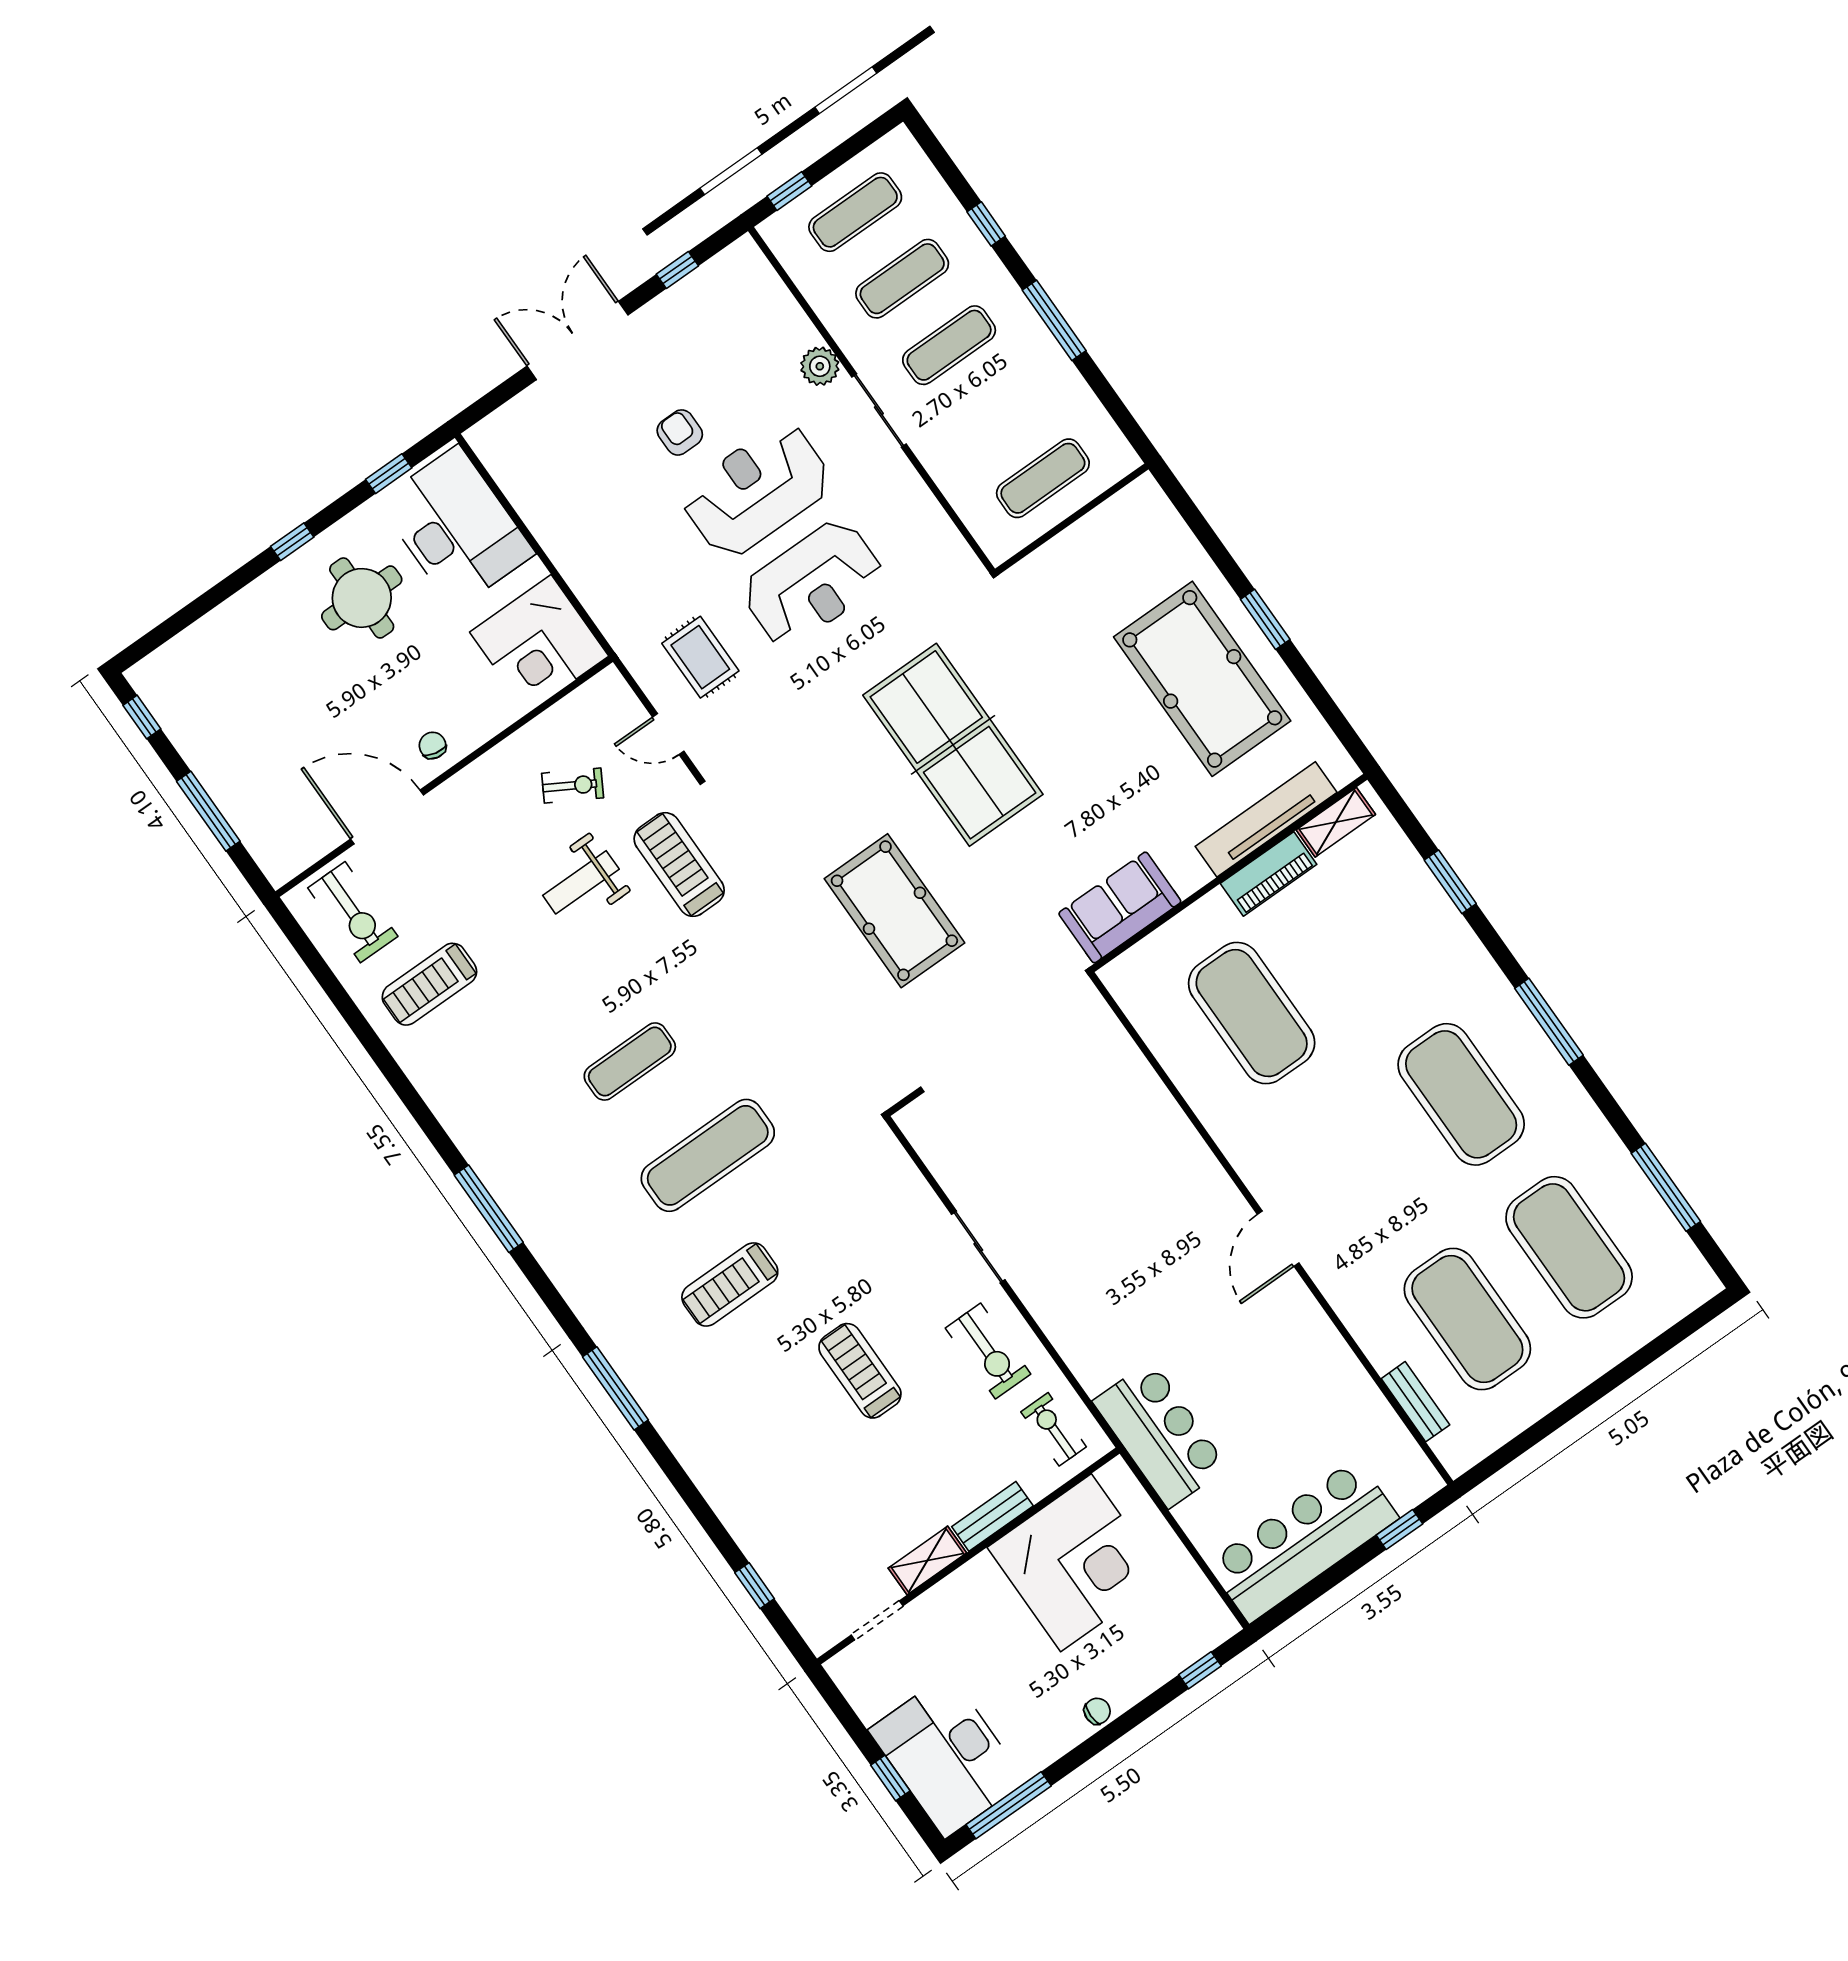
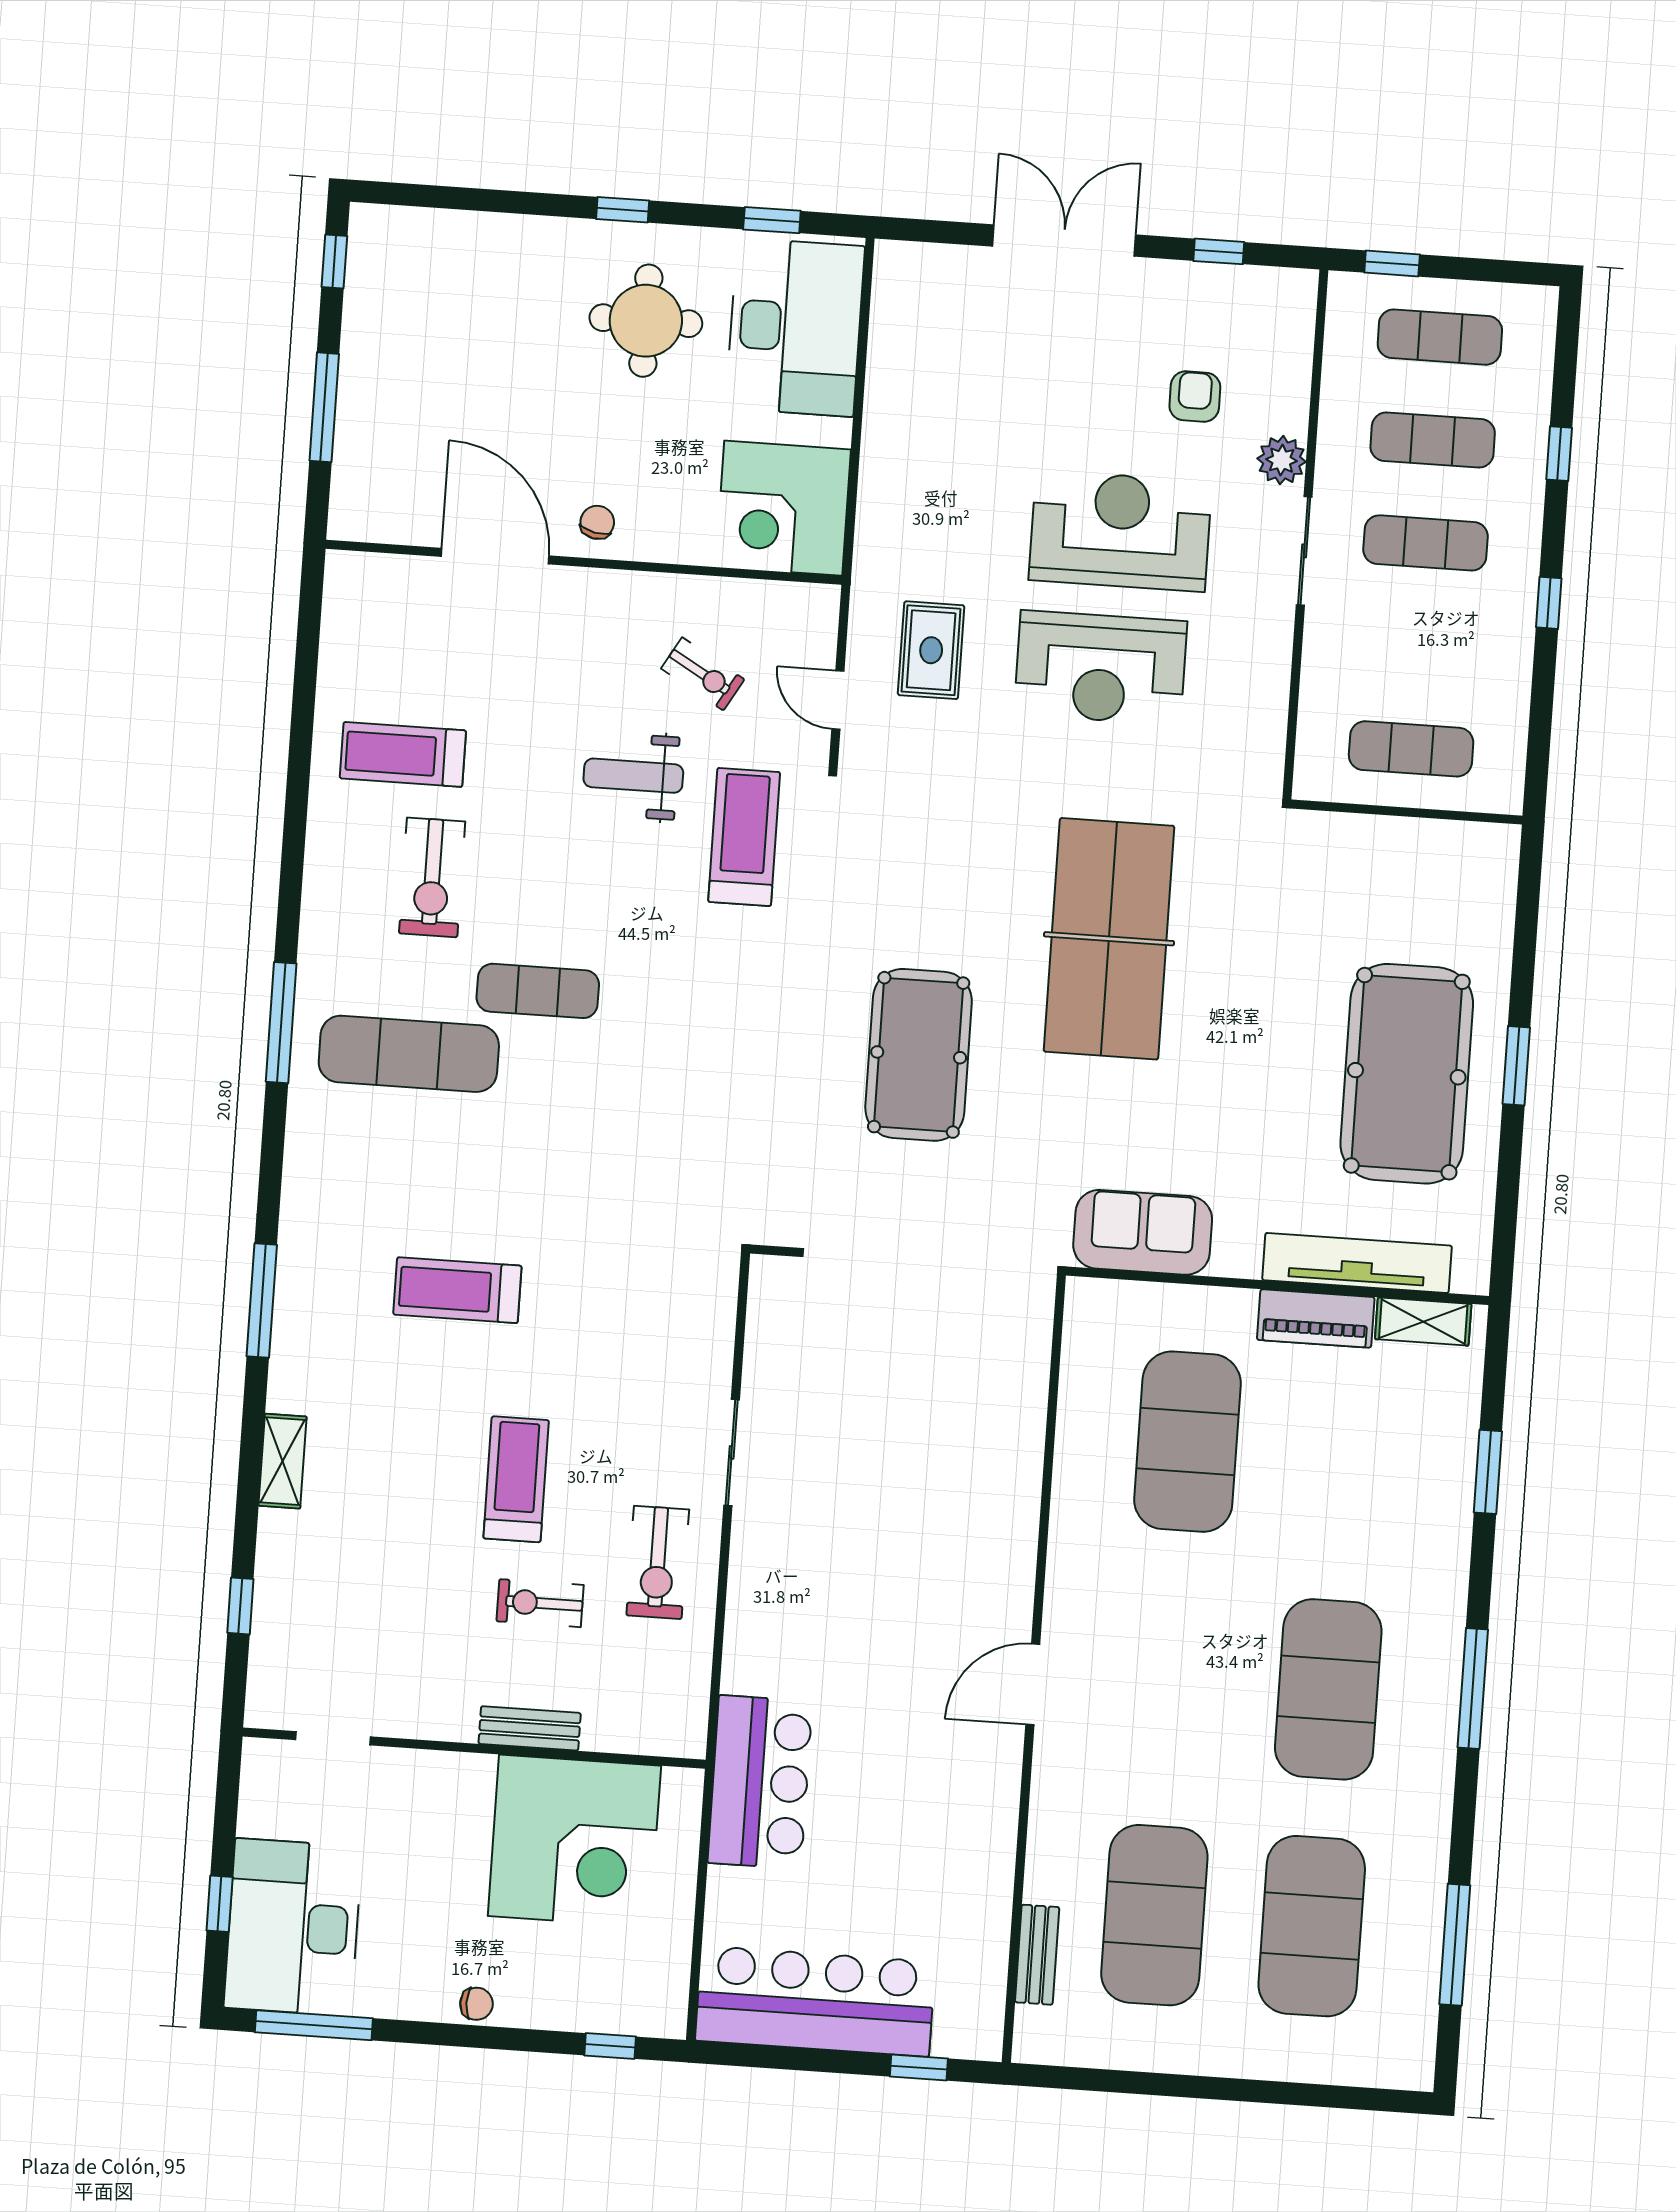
window: (1054, 320) -> (1549, 603), width x0.46
armchair: (680, 432) -> (1195, 397), moved
exercise bike: (353, 912) -> (432, 877), moved
exercise mat: (708, 1155) -> (409, 1054), moved
exercise bike: (1054, 1429) -> (540, 1603), moved, turned -90
shelving: (927, 1561) -> (283, 1461), moved, turned 90

